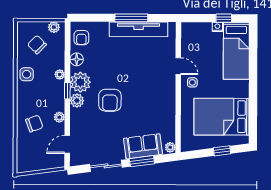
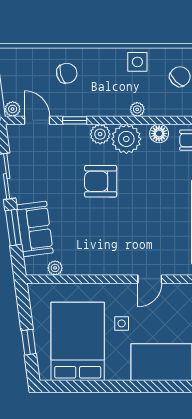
side table: (192, 82) -> (122, 323), moved
window: (67, 91) -> (75, 120), moved
plant: (59, 117) -> (13, 109), moved
chair: (34, 124) -> (67, 73), turned -86
plant: (170, 147) -> (55, 268), moved

